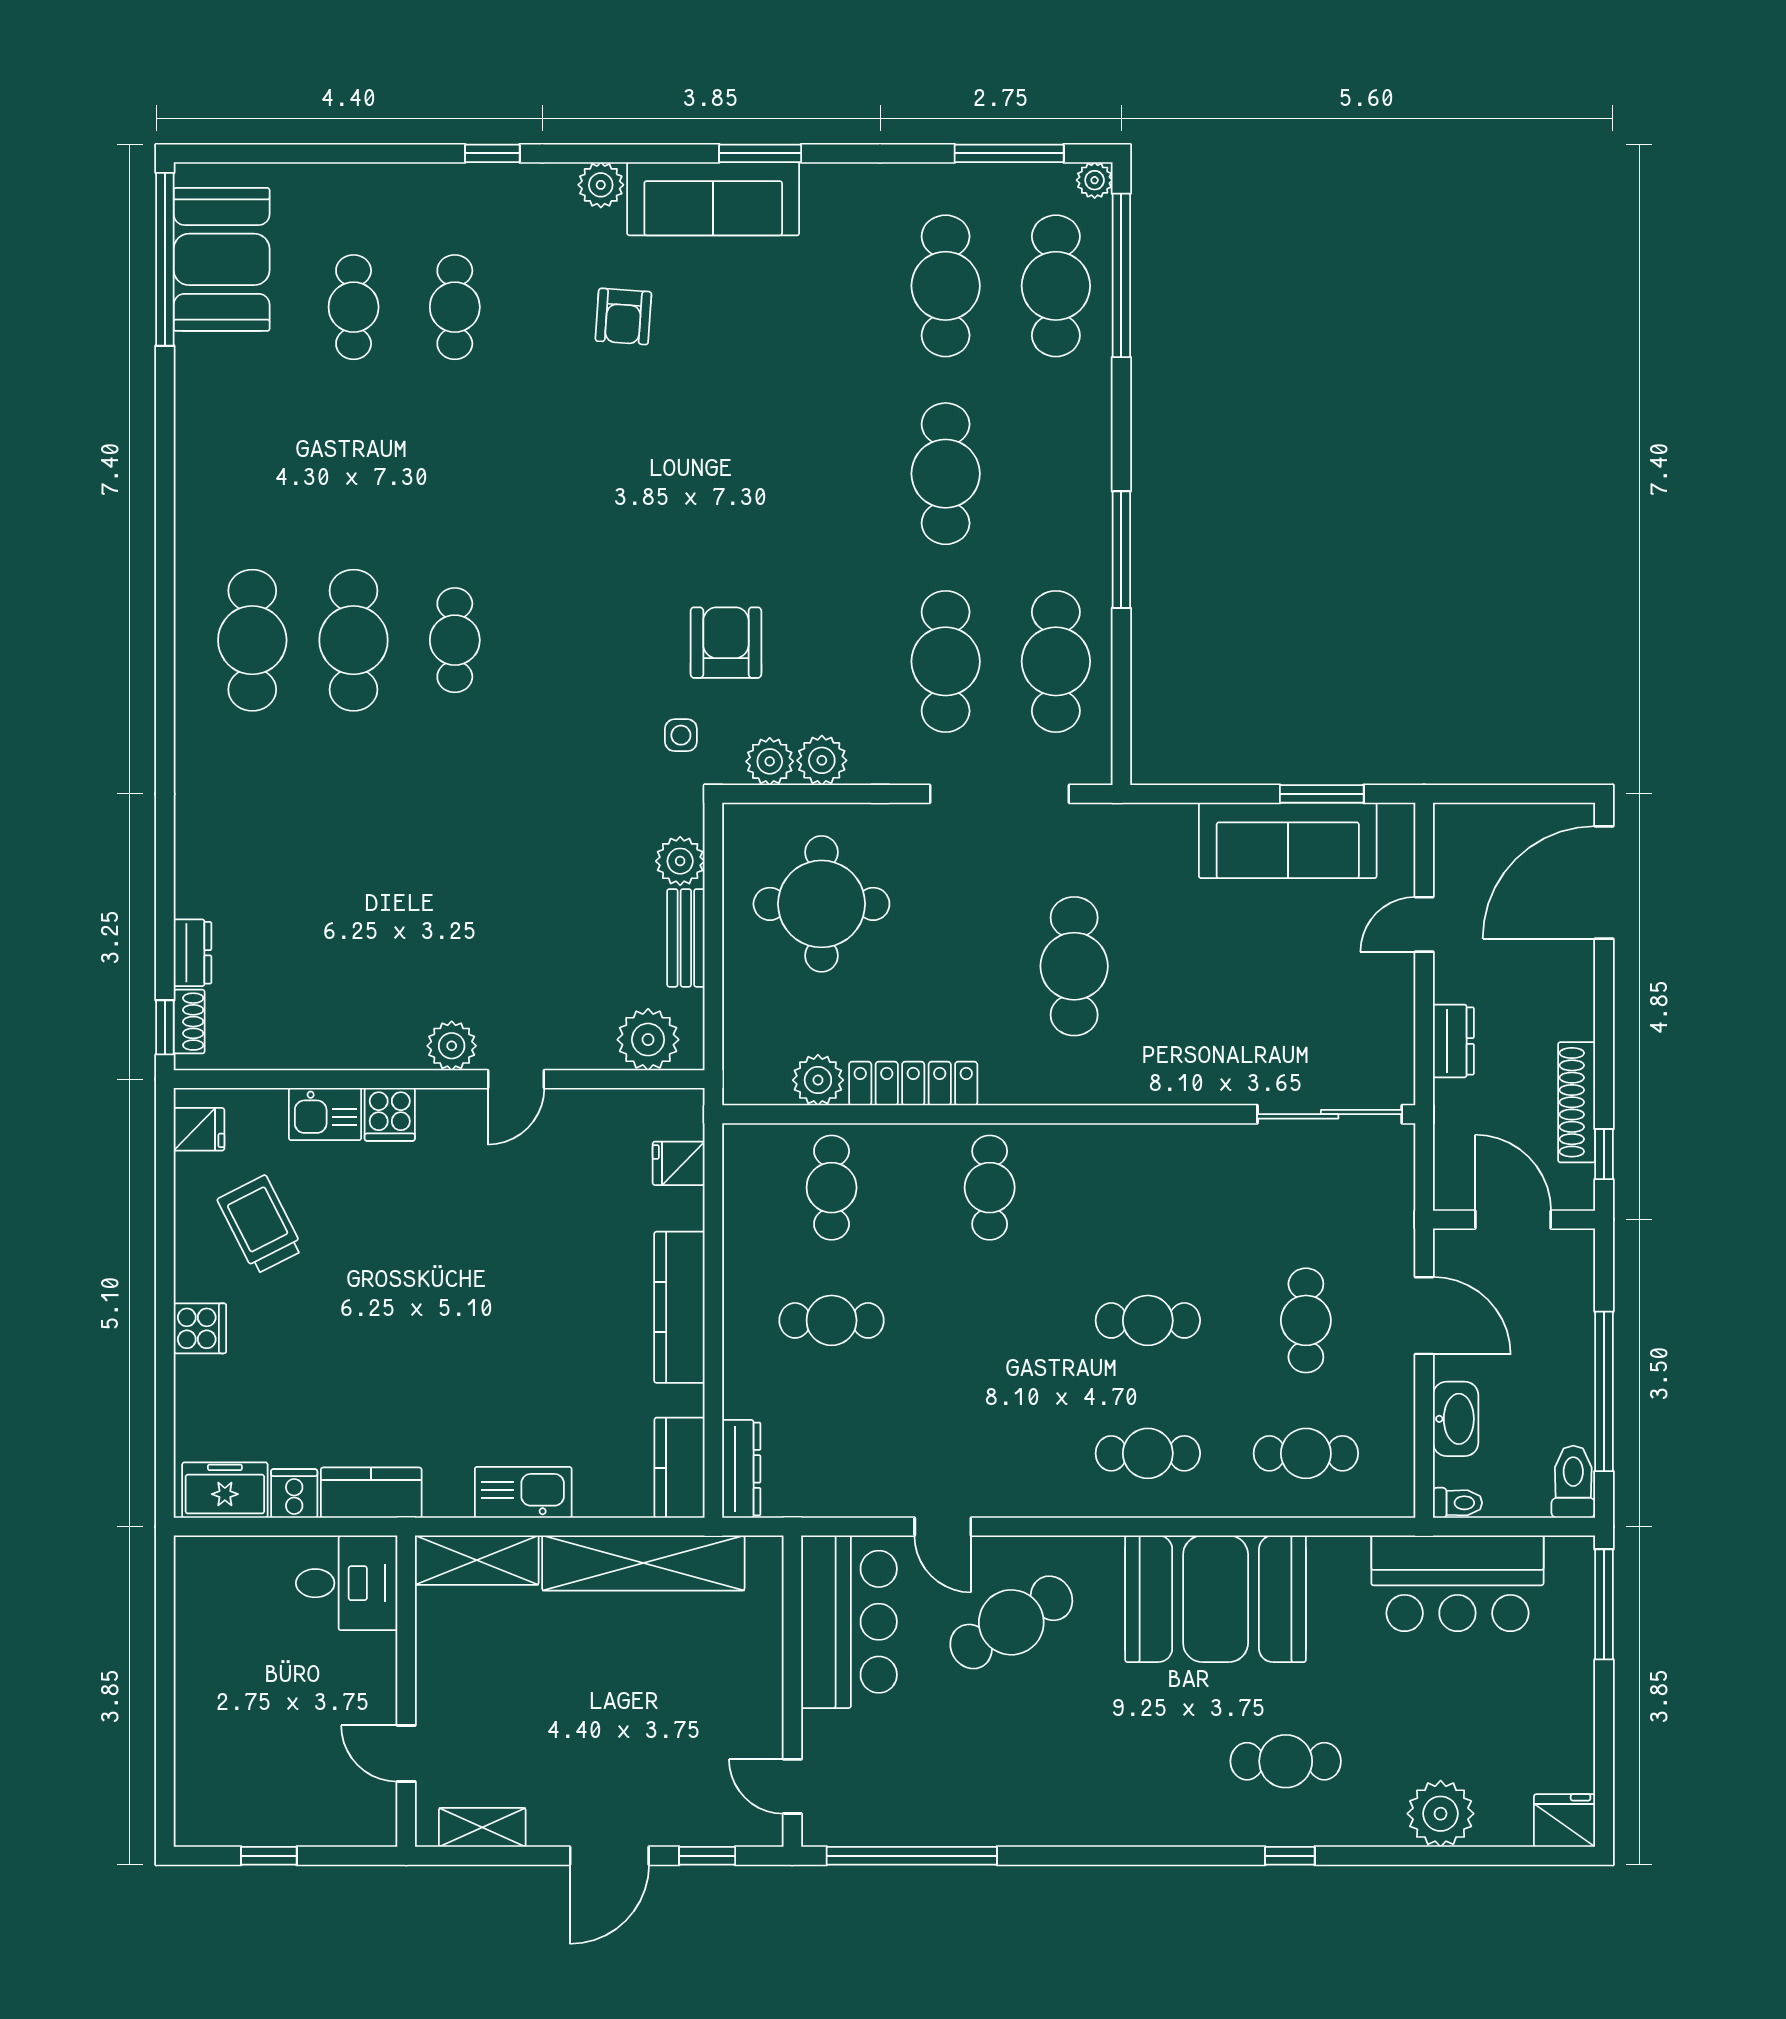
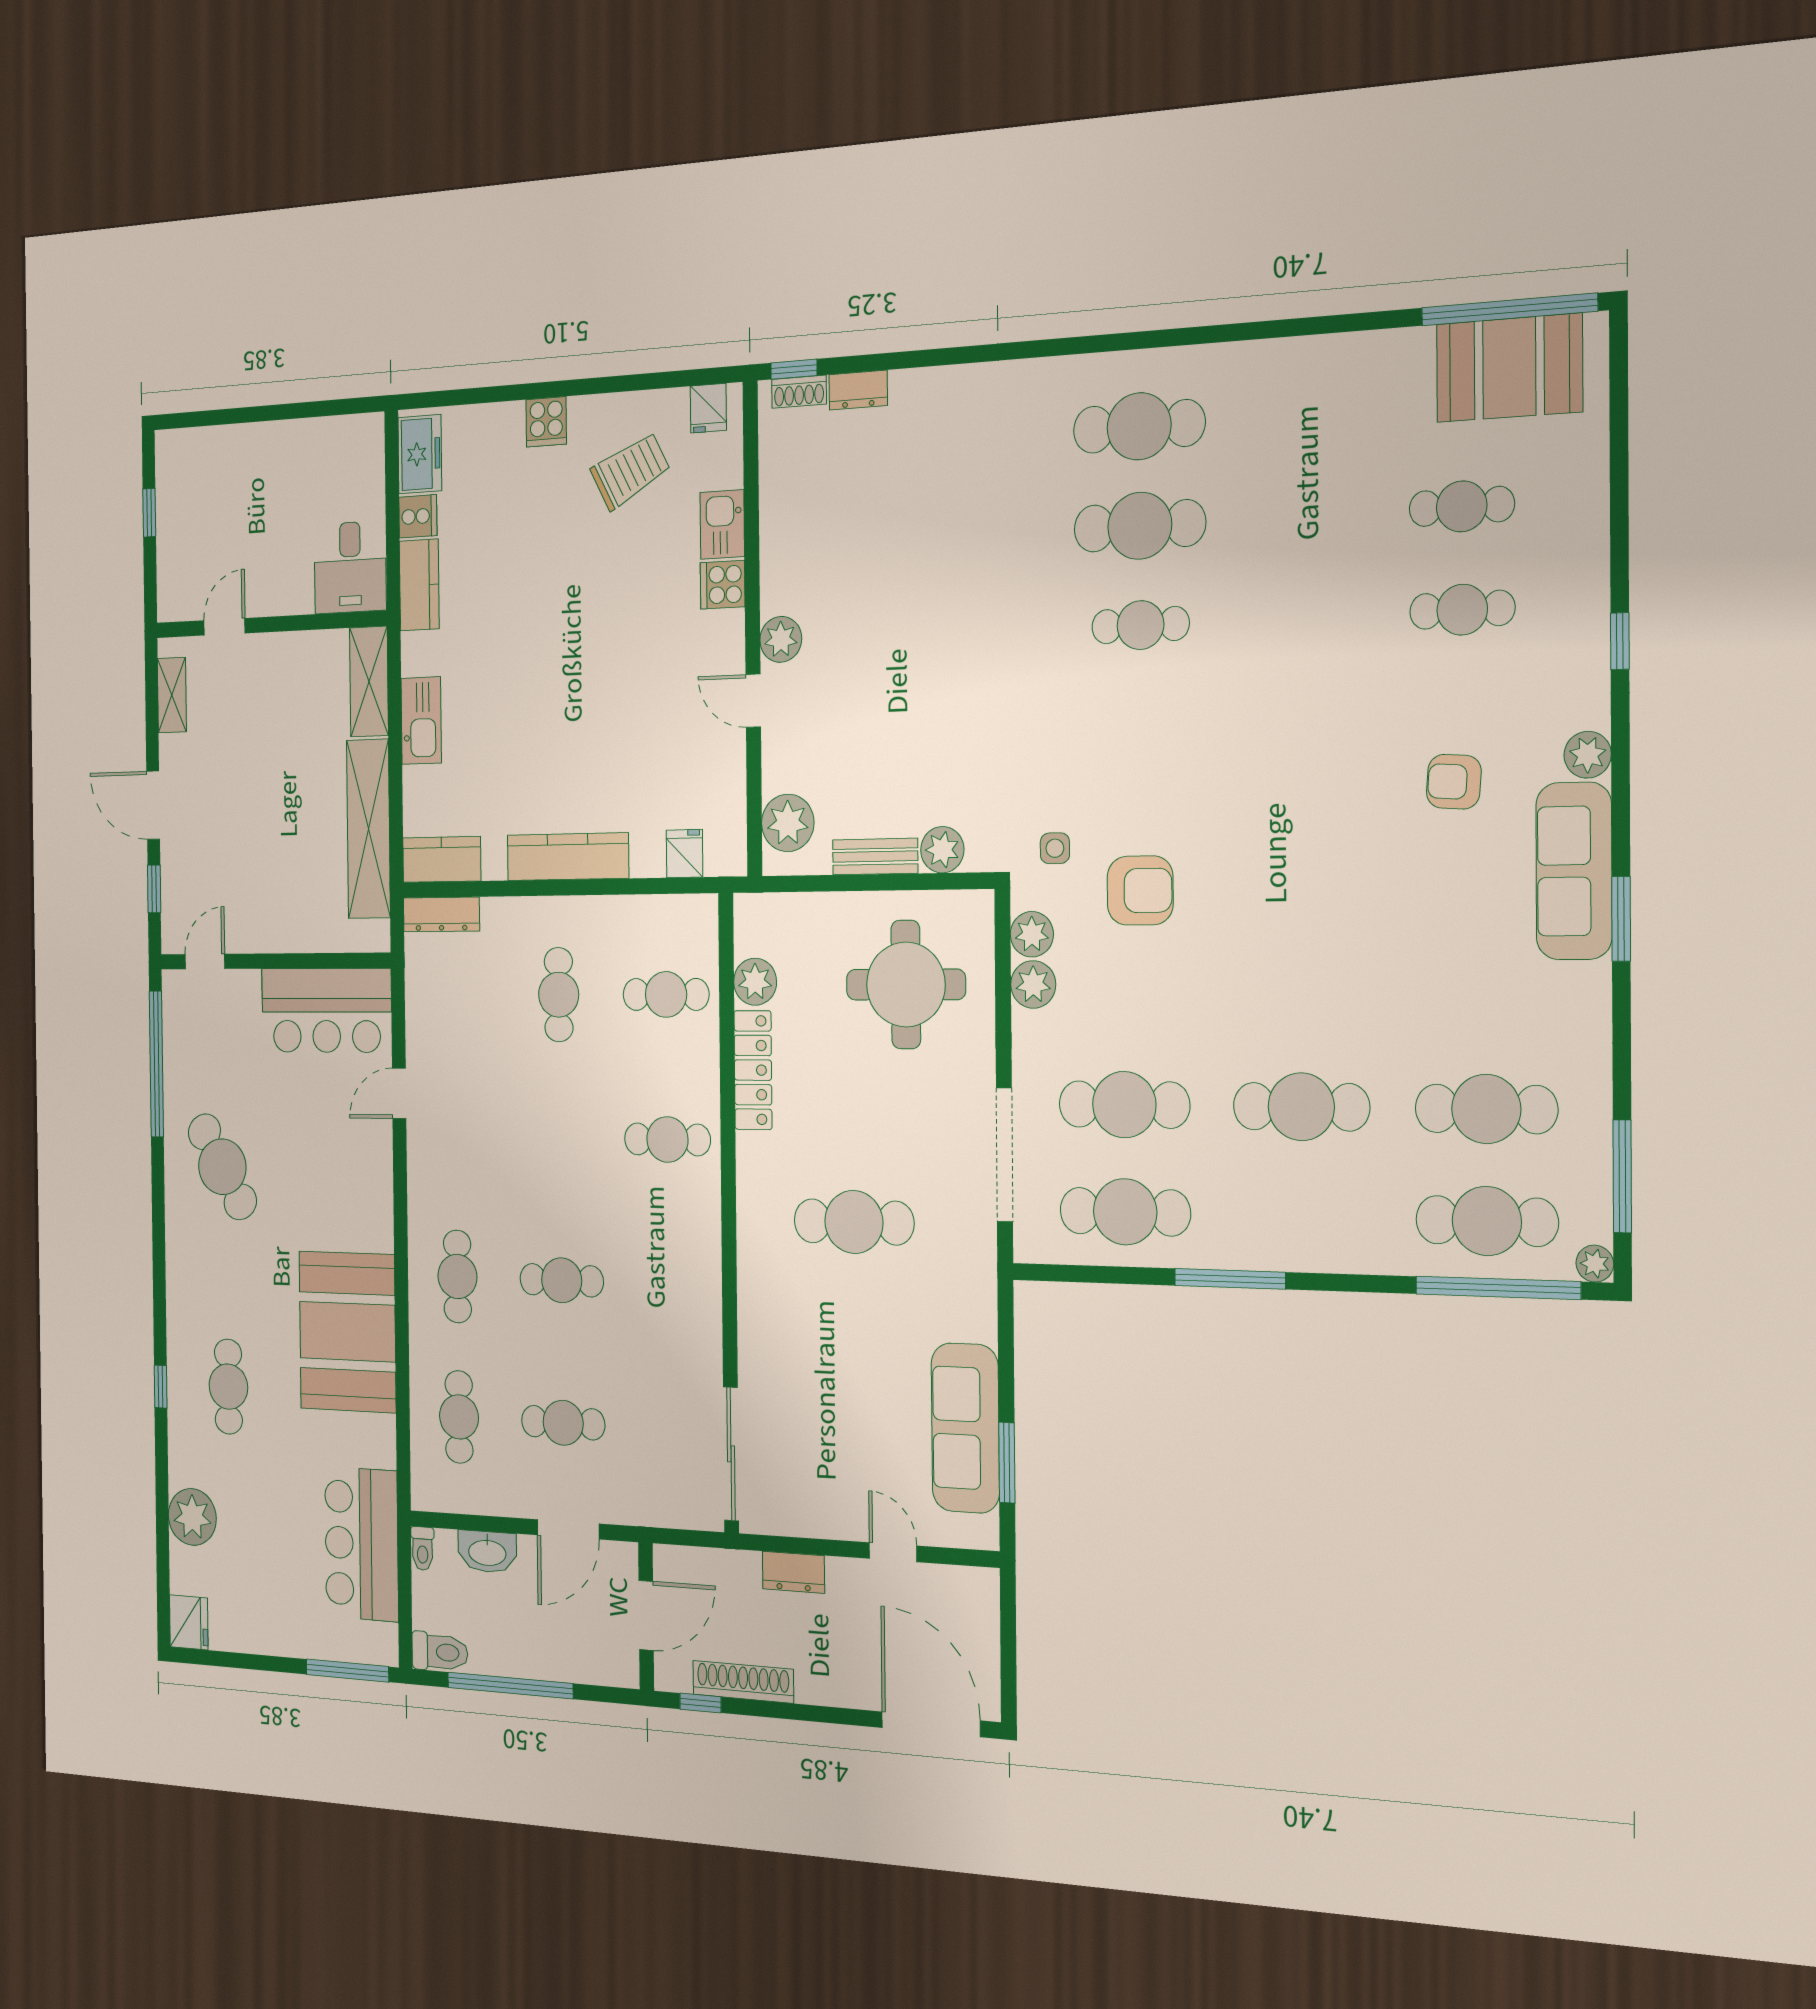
cafe table: (1148, 1320) -> (562, 1280), turned 90
cafe table: (1011, 1622) -> (222, 1167), moved

